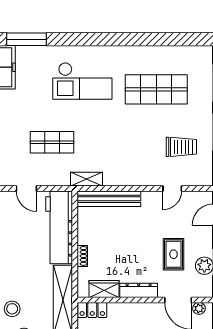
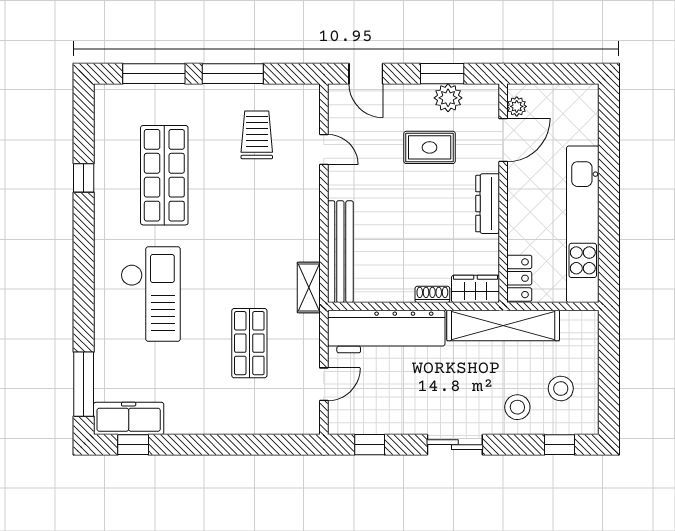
window: (155, 39) -> (84, 178), added
wardrobe: (104, 289) -> (475, 289), moved, turned 90

